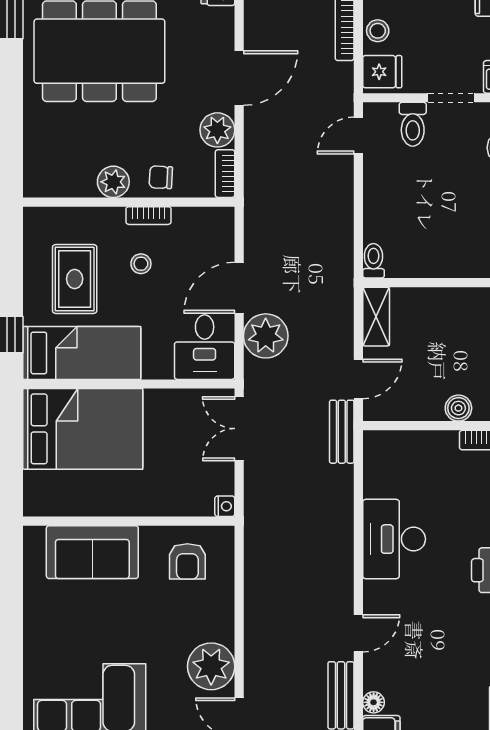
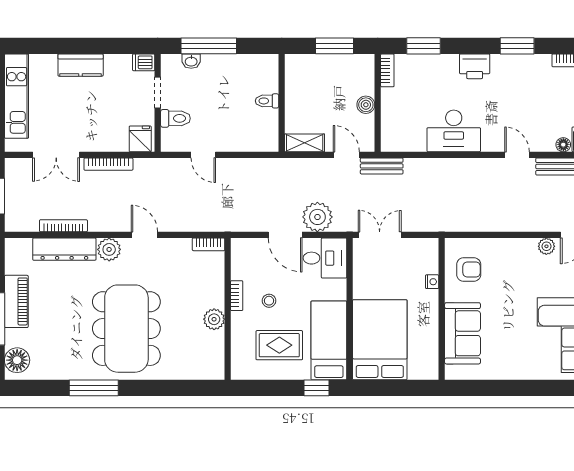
stool: (378, 31) -> (113, 142), removed
door: (239, 78) -> (144, 235), width x0.73
plant: (217, 130) -> (109, 249), moved
door: (358, 135) -> (203, 155), moved
chair: (161, 177) -> (211, 287), removed
toilet: (373, 261) -> (267, 101), moved
boiler: (458, 408) -> (366, 105), moved
double door: (239, 429) -> (380, 235), swing flipped
nightstand: (225, 506) -> (432, 282), moved, turned 90
plant: (211, 666) -> (546, 246), width x0.53, depth x0.53

